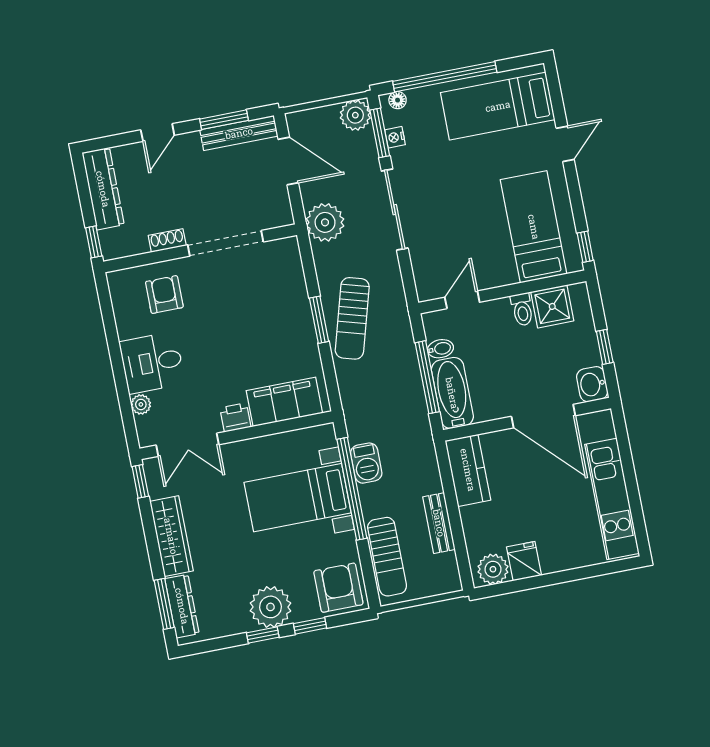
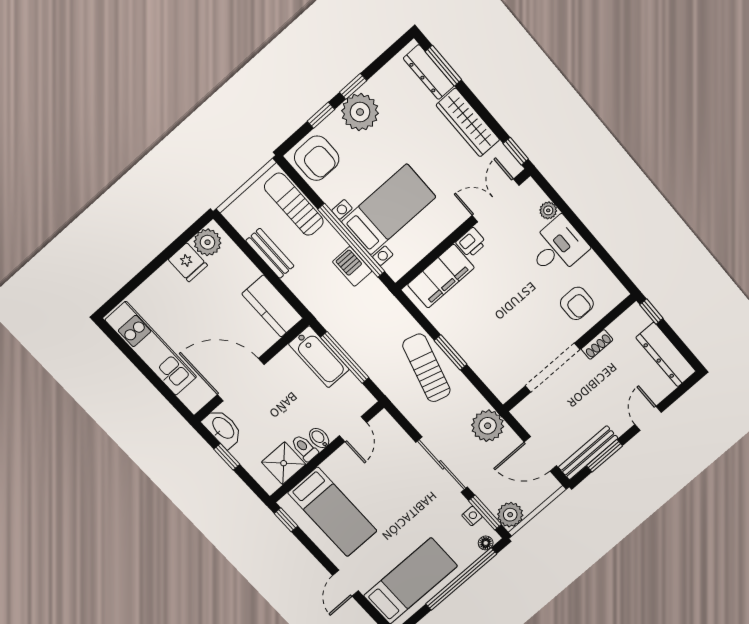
bidet: (440, 349) -> (319, 438), moved, turned 90
washbasin: (592, 384) -> (223, 428), width x1.38

